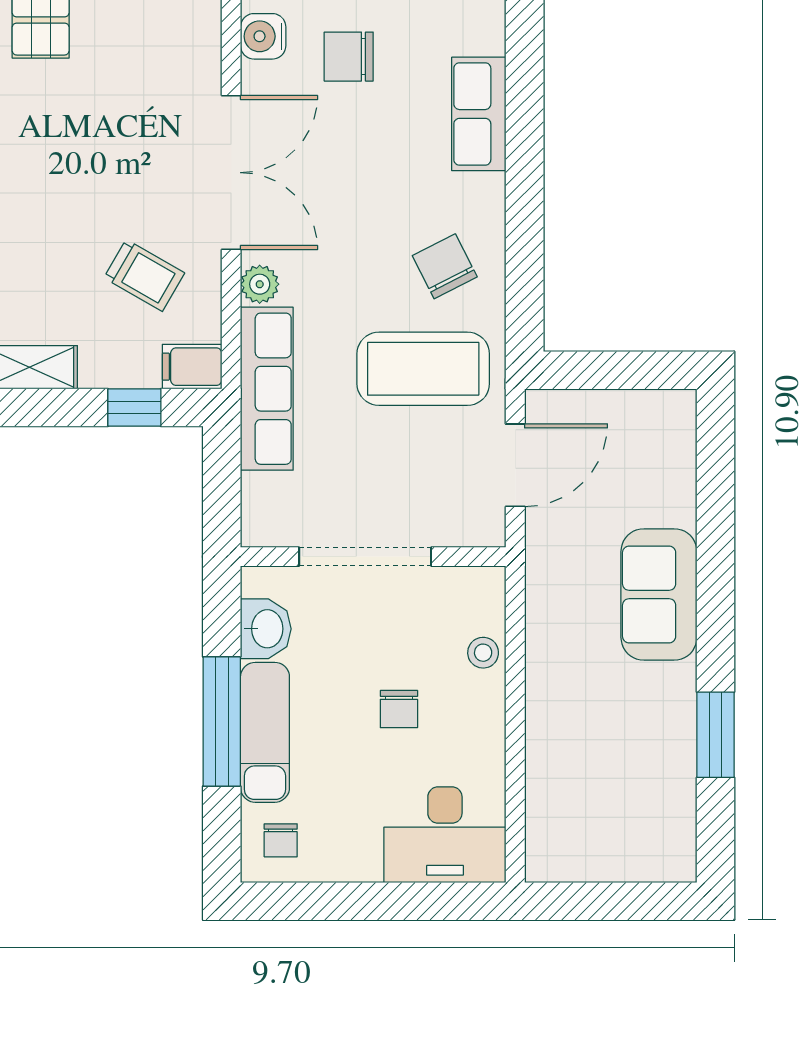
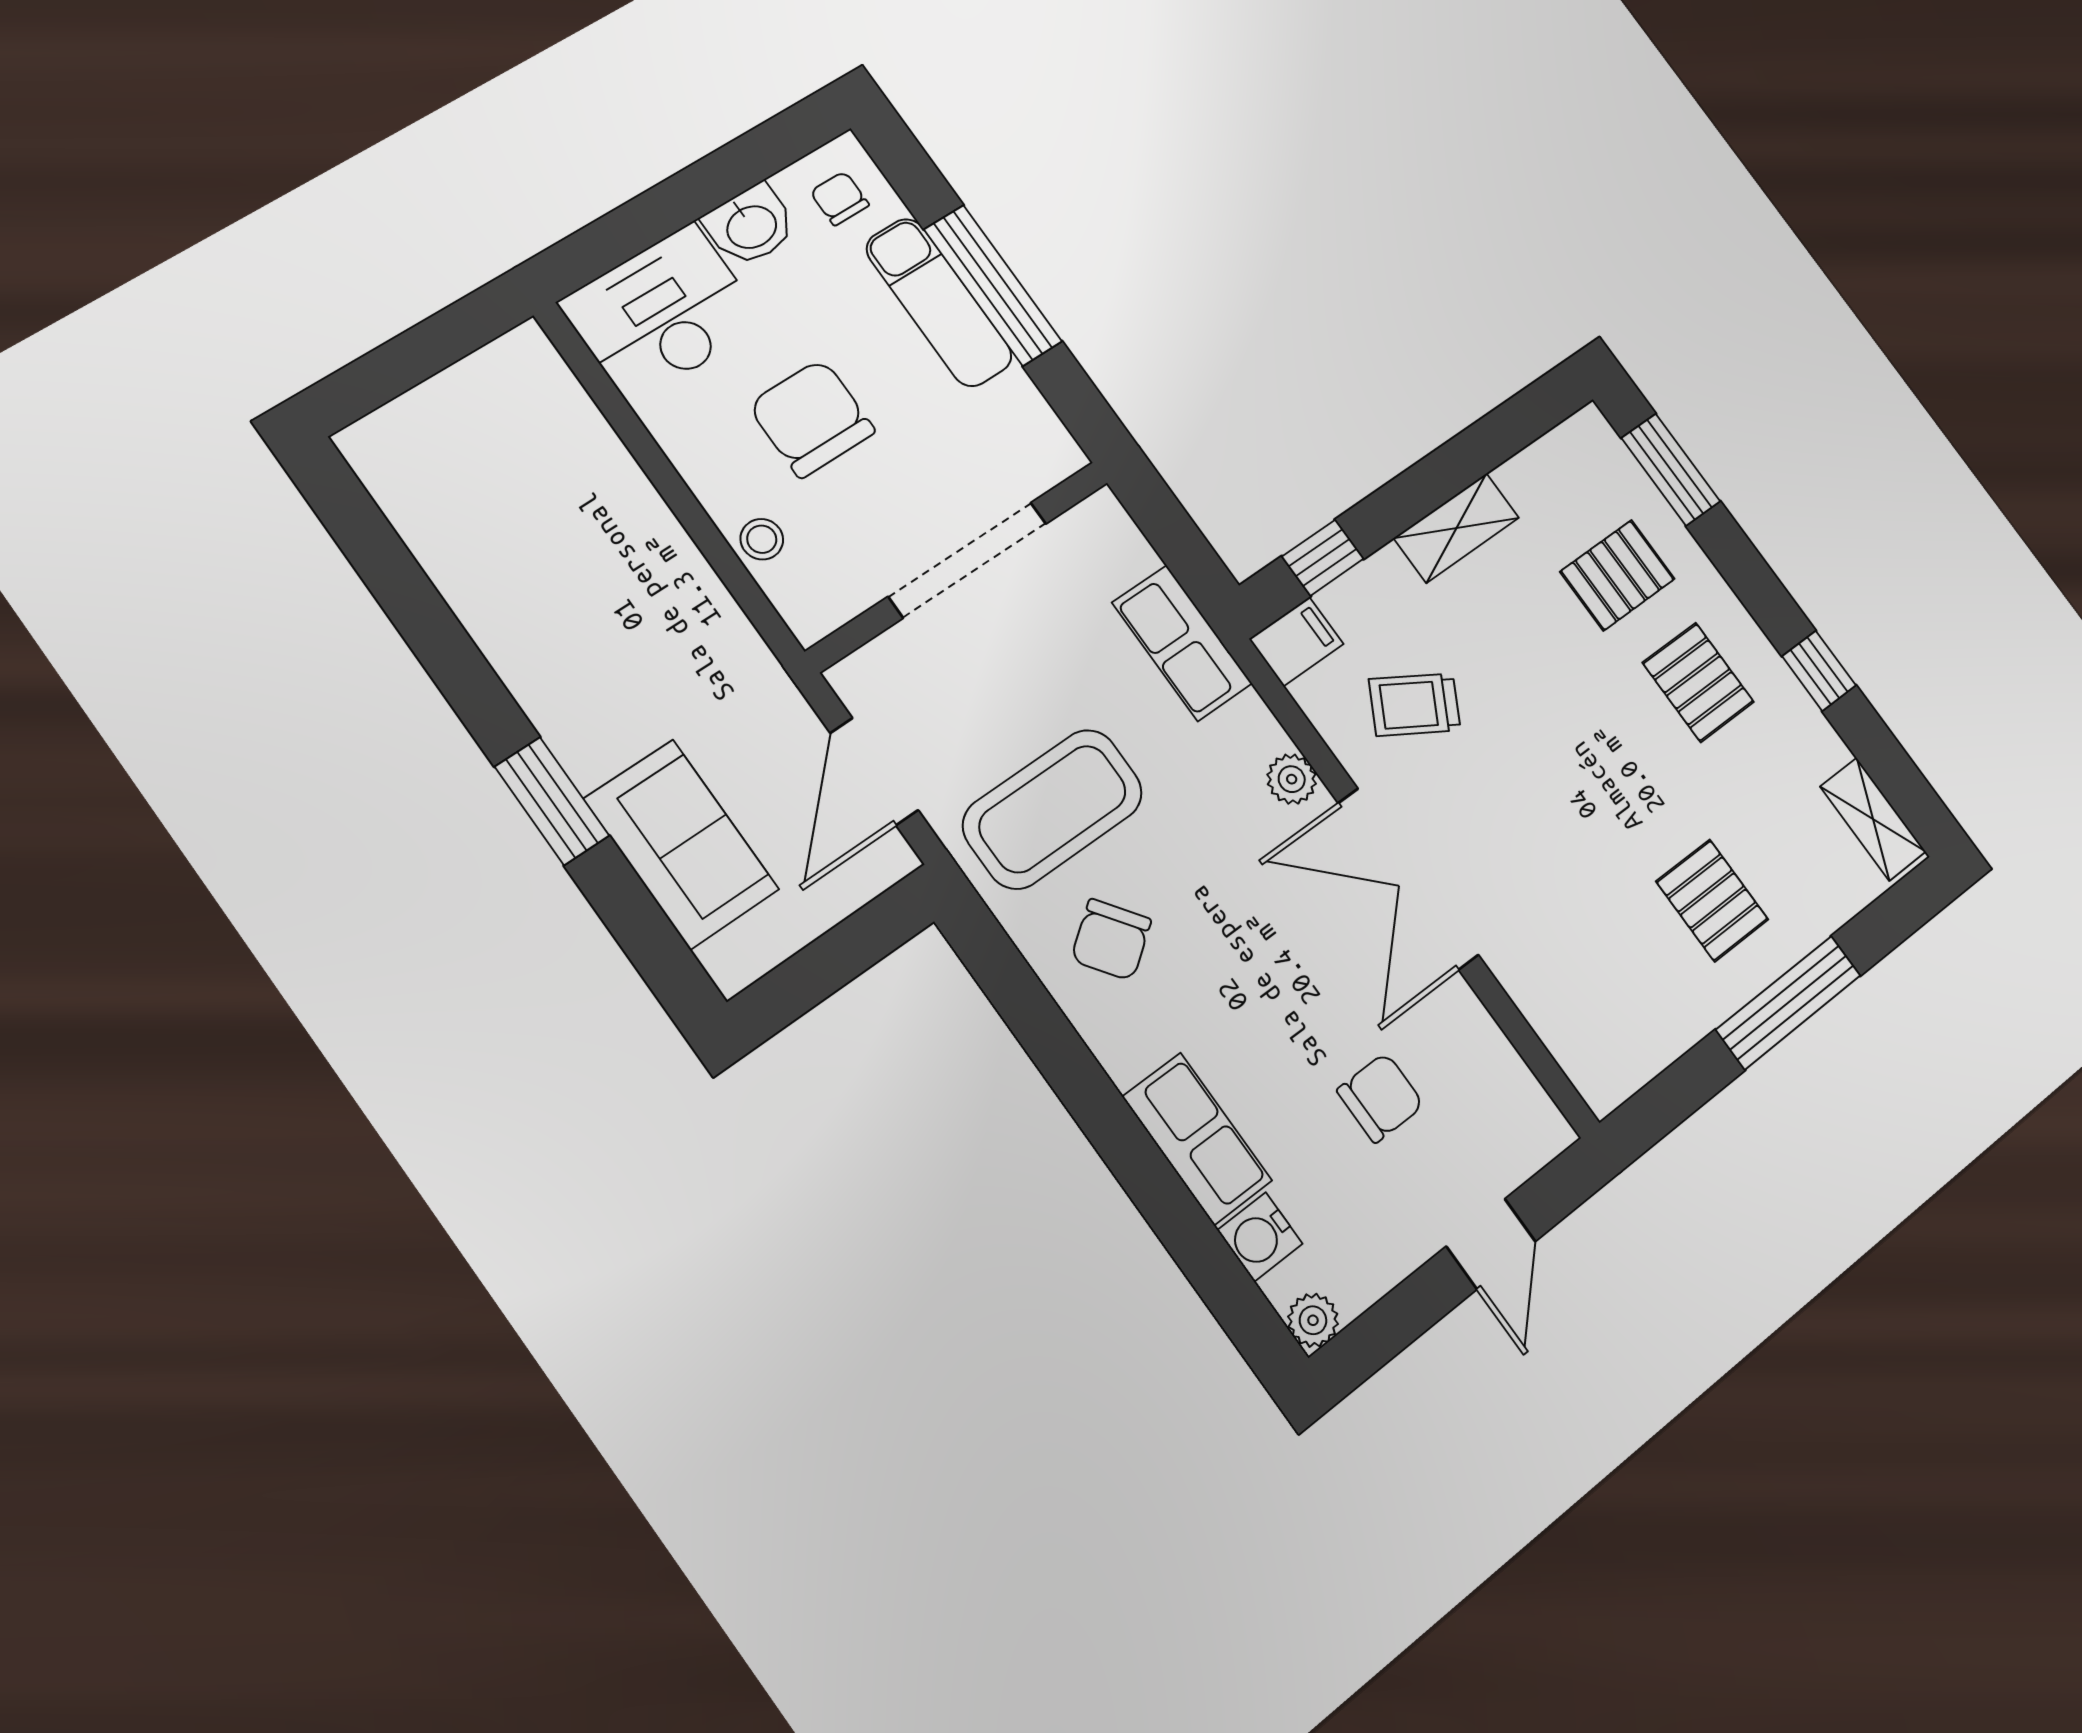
water cooler: (263, 36) -> (1260, 1237), moved, turned 180
chair: (445, 266) -> (1111, 940), turned 81
row of seats: (267, 389) -> (1182, 643), width x0.68
sofa: (659, 594) -> (681, 844), moved
washbasin: (266, 629) -> (751, 226), moved, turned -90
chair: (399, 709) -> (812, 418), width x1.87, depth x1.87
window: (716, 735) -> (552, 801), moved

